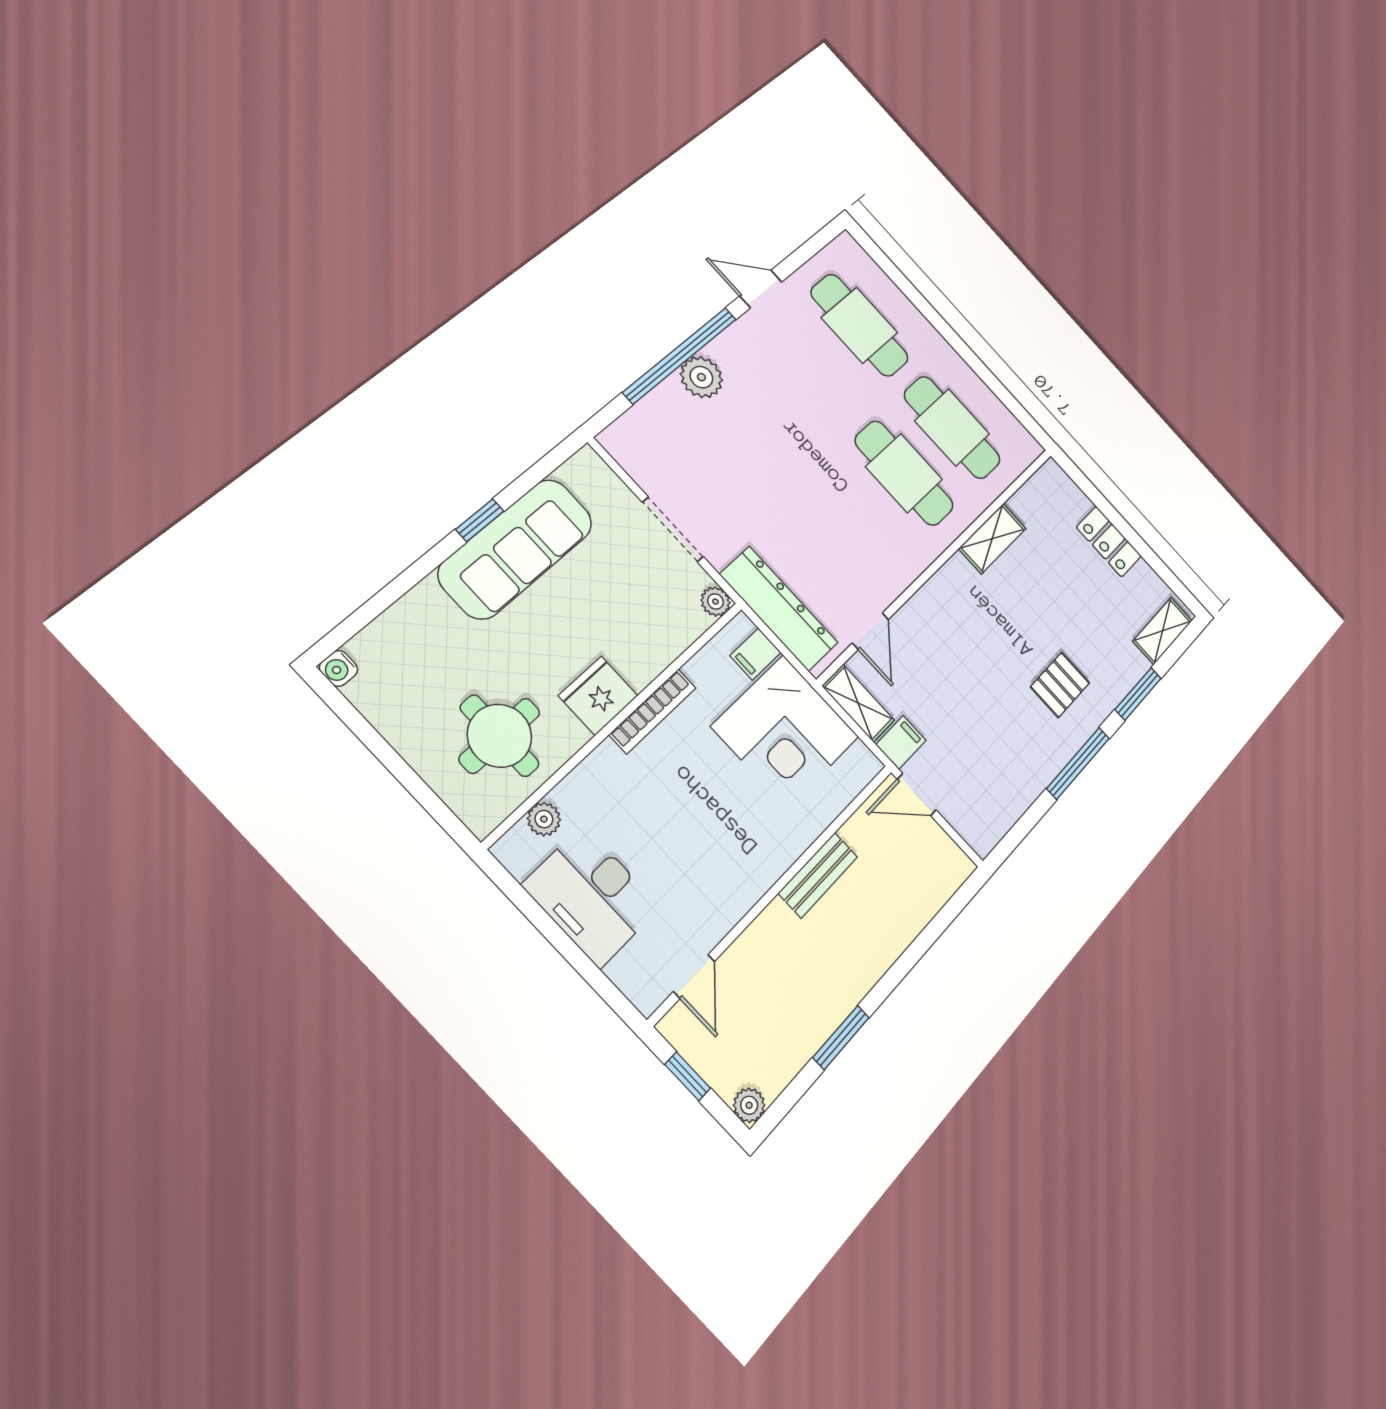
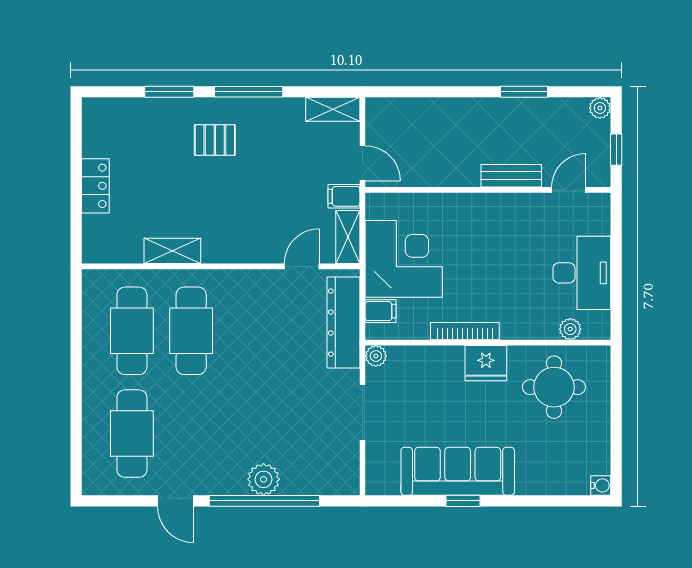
shelving: (1162, 631) -> (333, 109), moved
bench: (818, 875) -> (511, 176), moved

